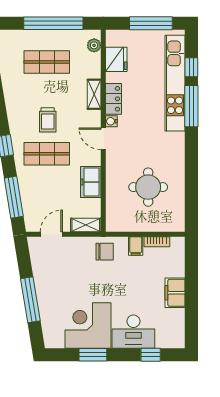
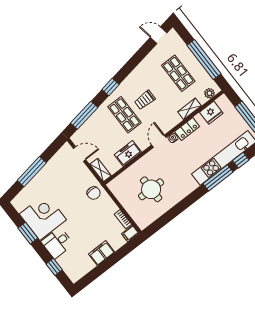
shelving: (94, 94) -> (189, 109), moved
filing cabinet: (136, 246) -> (130, 233), moved
desk: (133, 332) -> (57, 243), width x0.73

